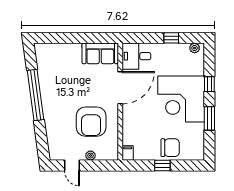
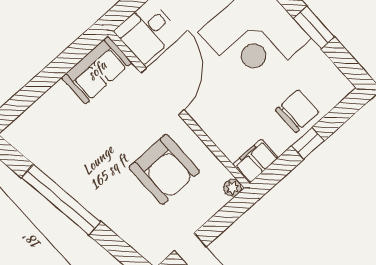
filing cabinet: (128, 153) -> (255, 161), width x2.00
plant: (91, 156) -> (232, 188), moved

